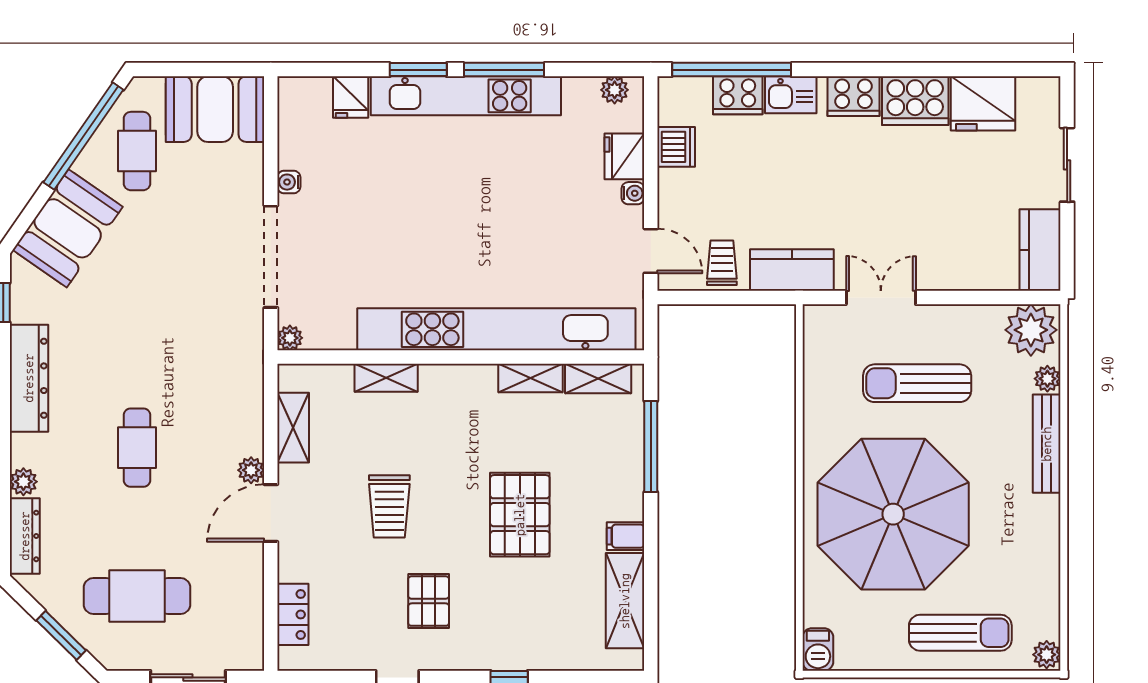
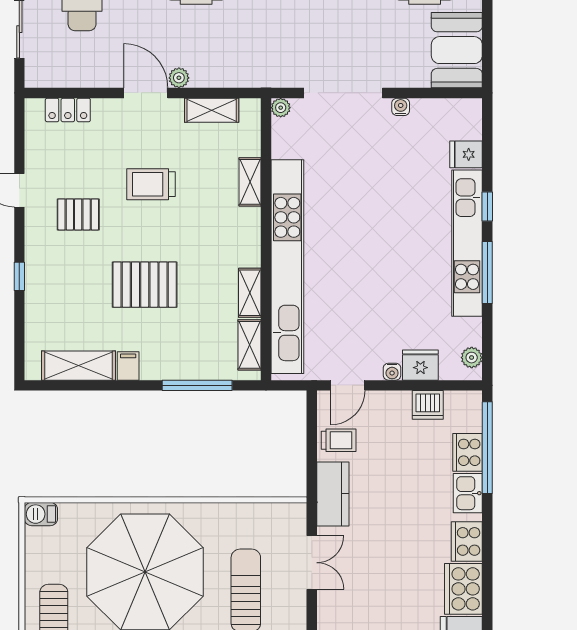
window: (418, 70) -> (487, 206), width x0.67

